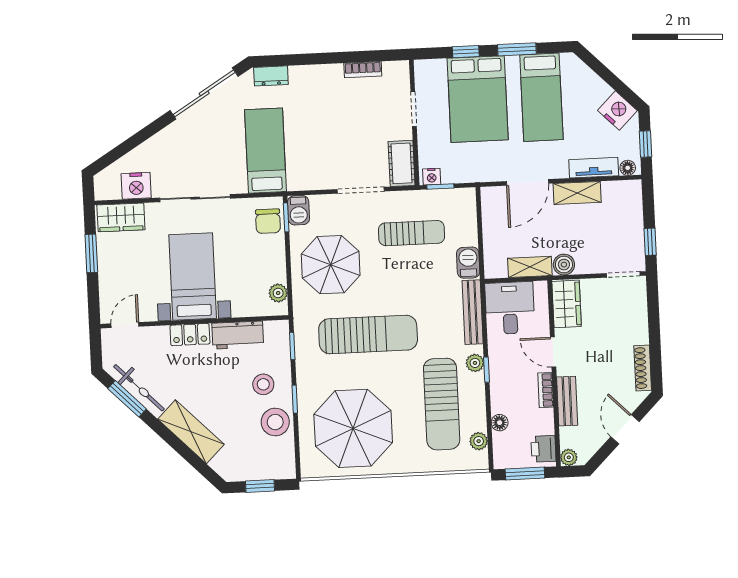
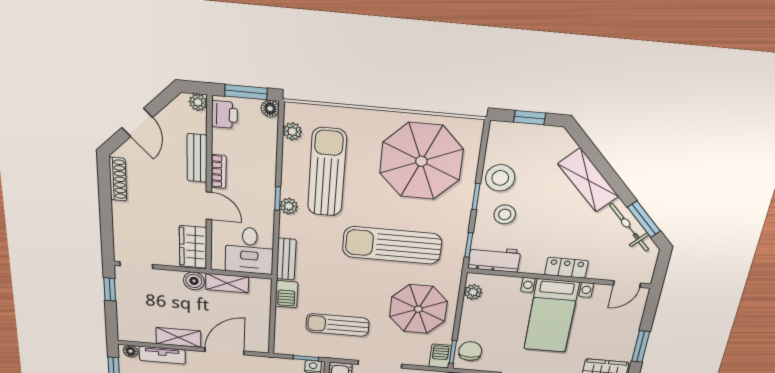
bench: (473, 312) -> (286, 259), width x0.73
workbench: (238, 335) -> (494, 259), moved
floor lamp: (500, 423) -> (270, 109), moved

